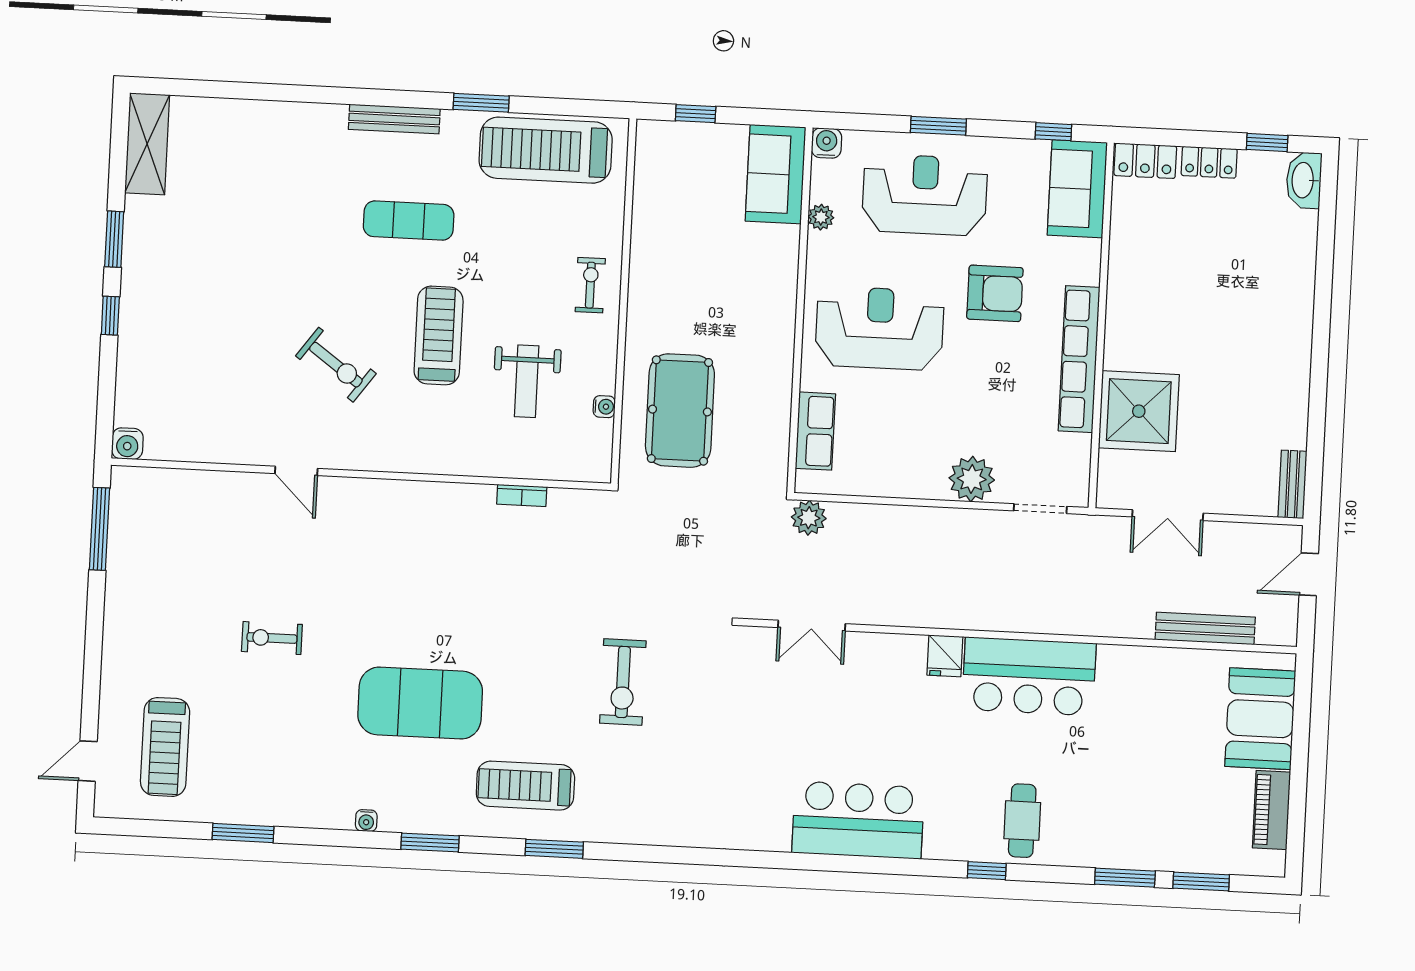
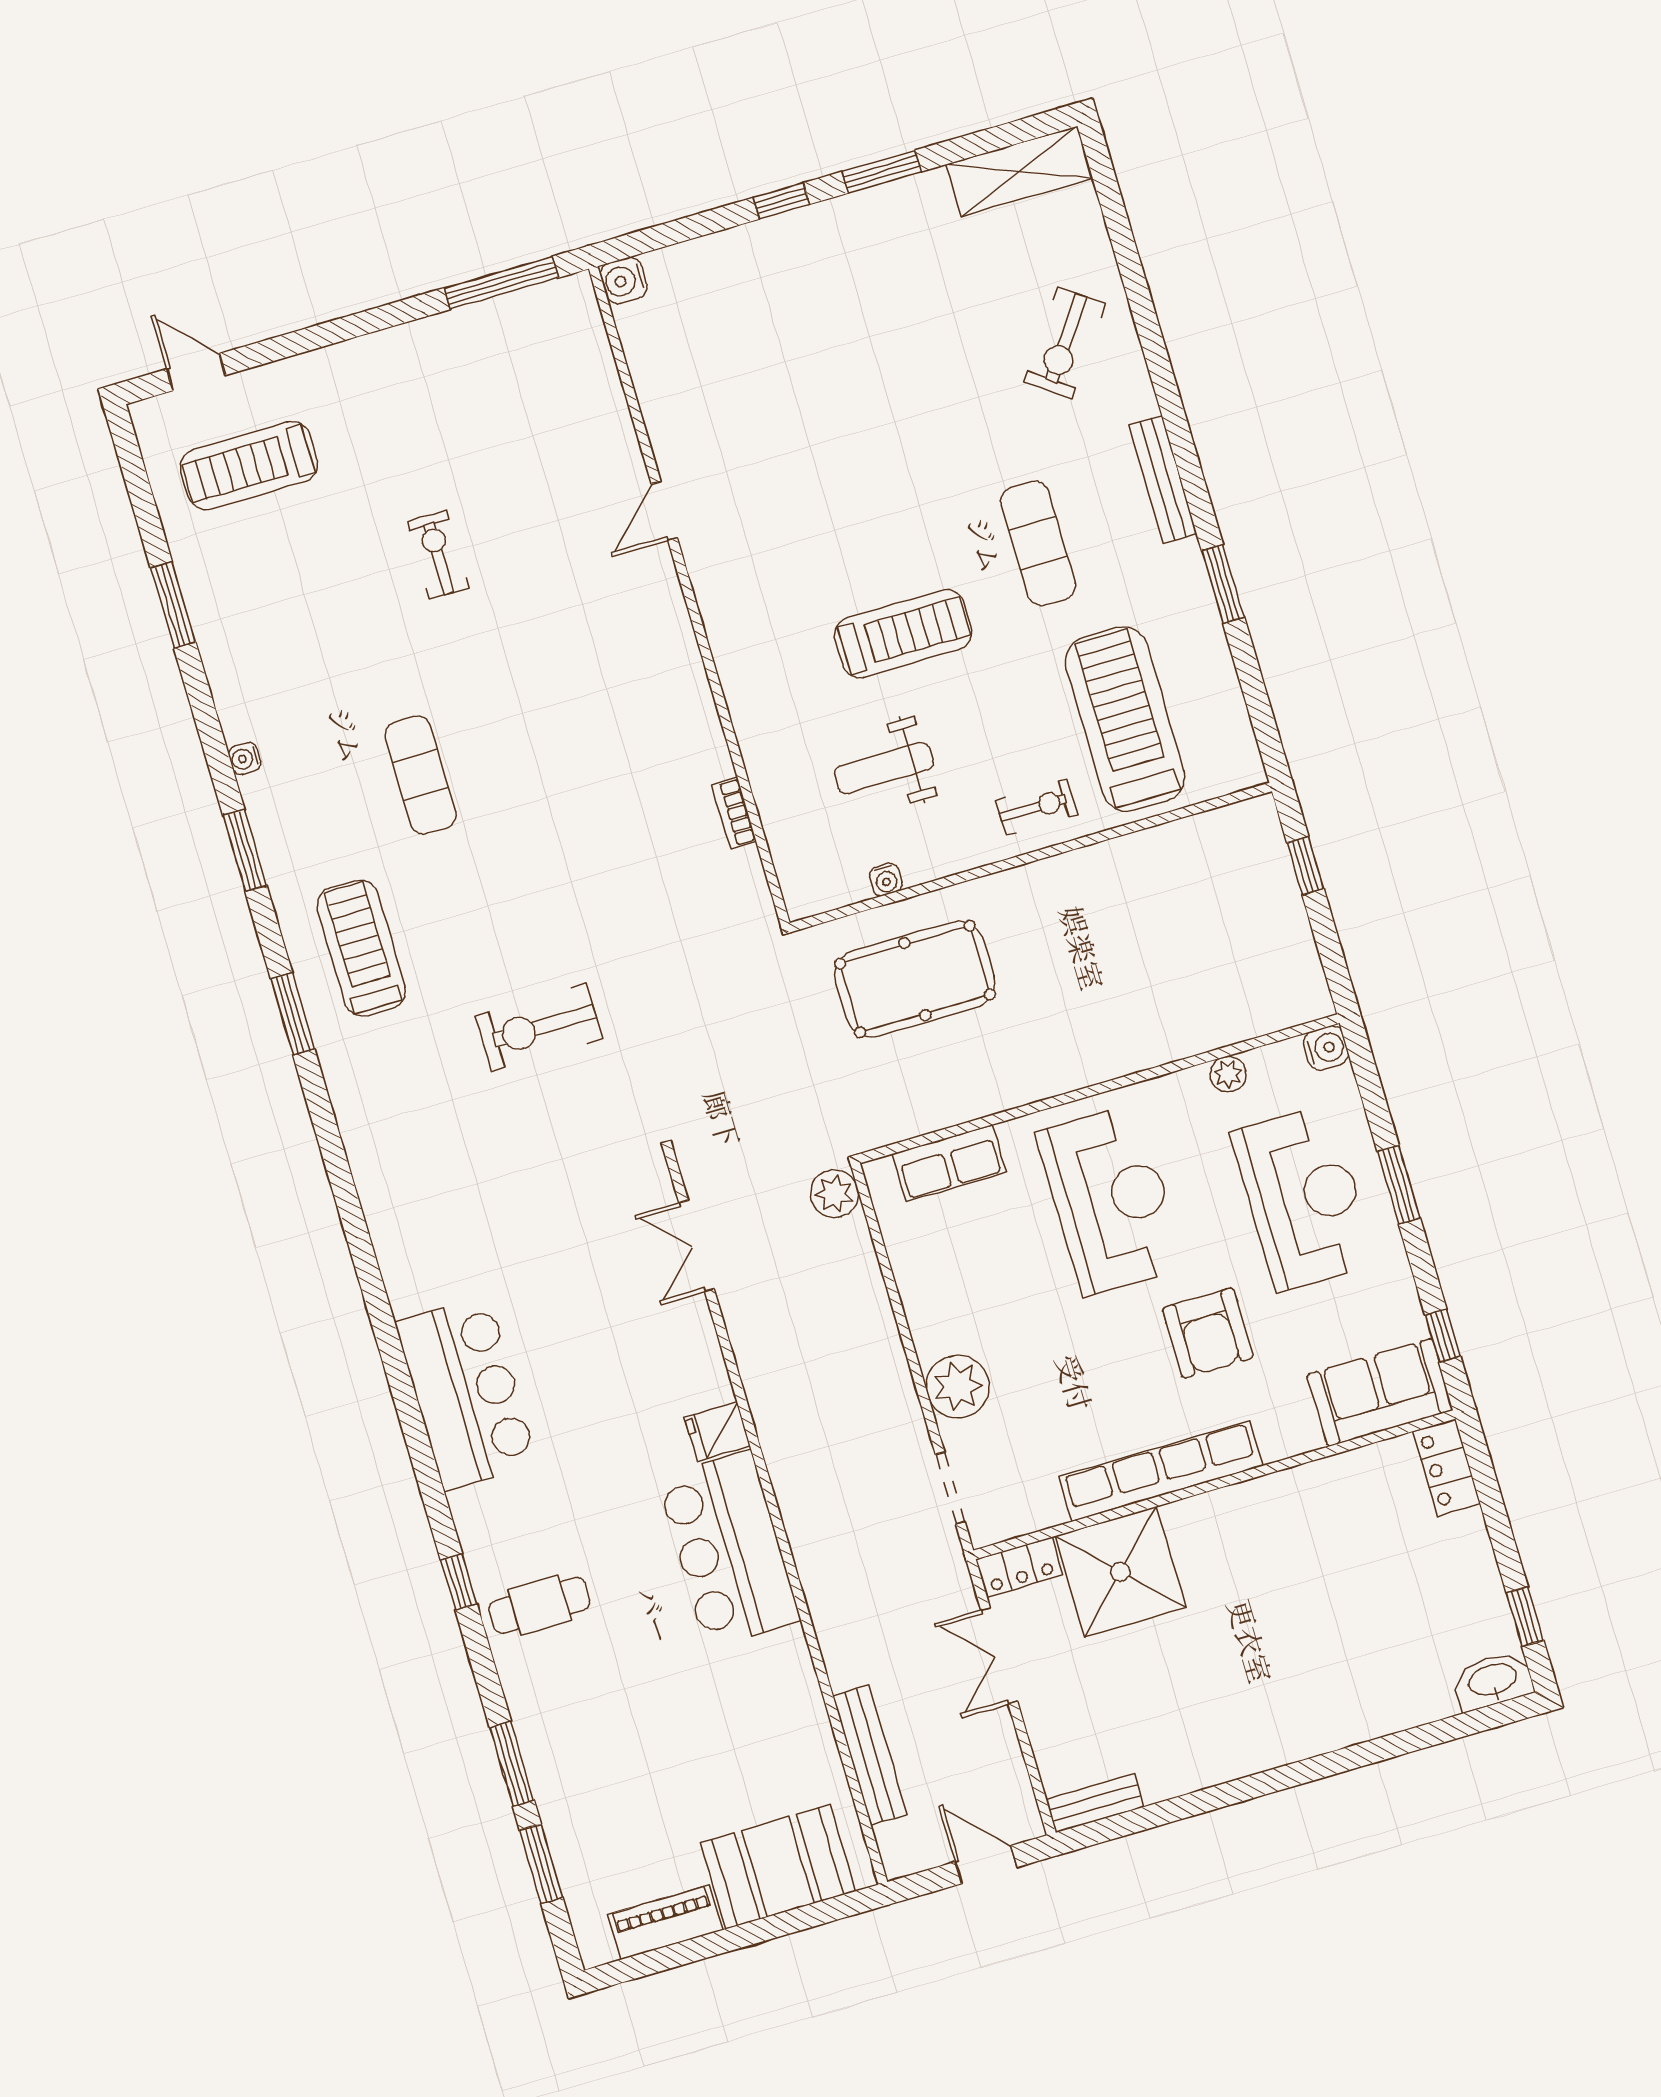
treadmill: (546, 150) -> (1125, 719), moved
locker: (1209, 162) -> (1019, 1567), moved, turned -90
sofa: (776, 174) -> (1263, 996), removed
exercise bike: (336, 365) -> (1065, 343), moved
exercise mat: (420, 703) -> (421, 775), width x0.50, depth x0.69

